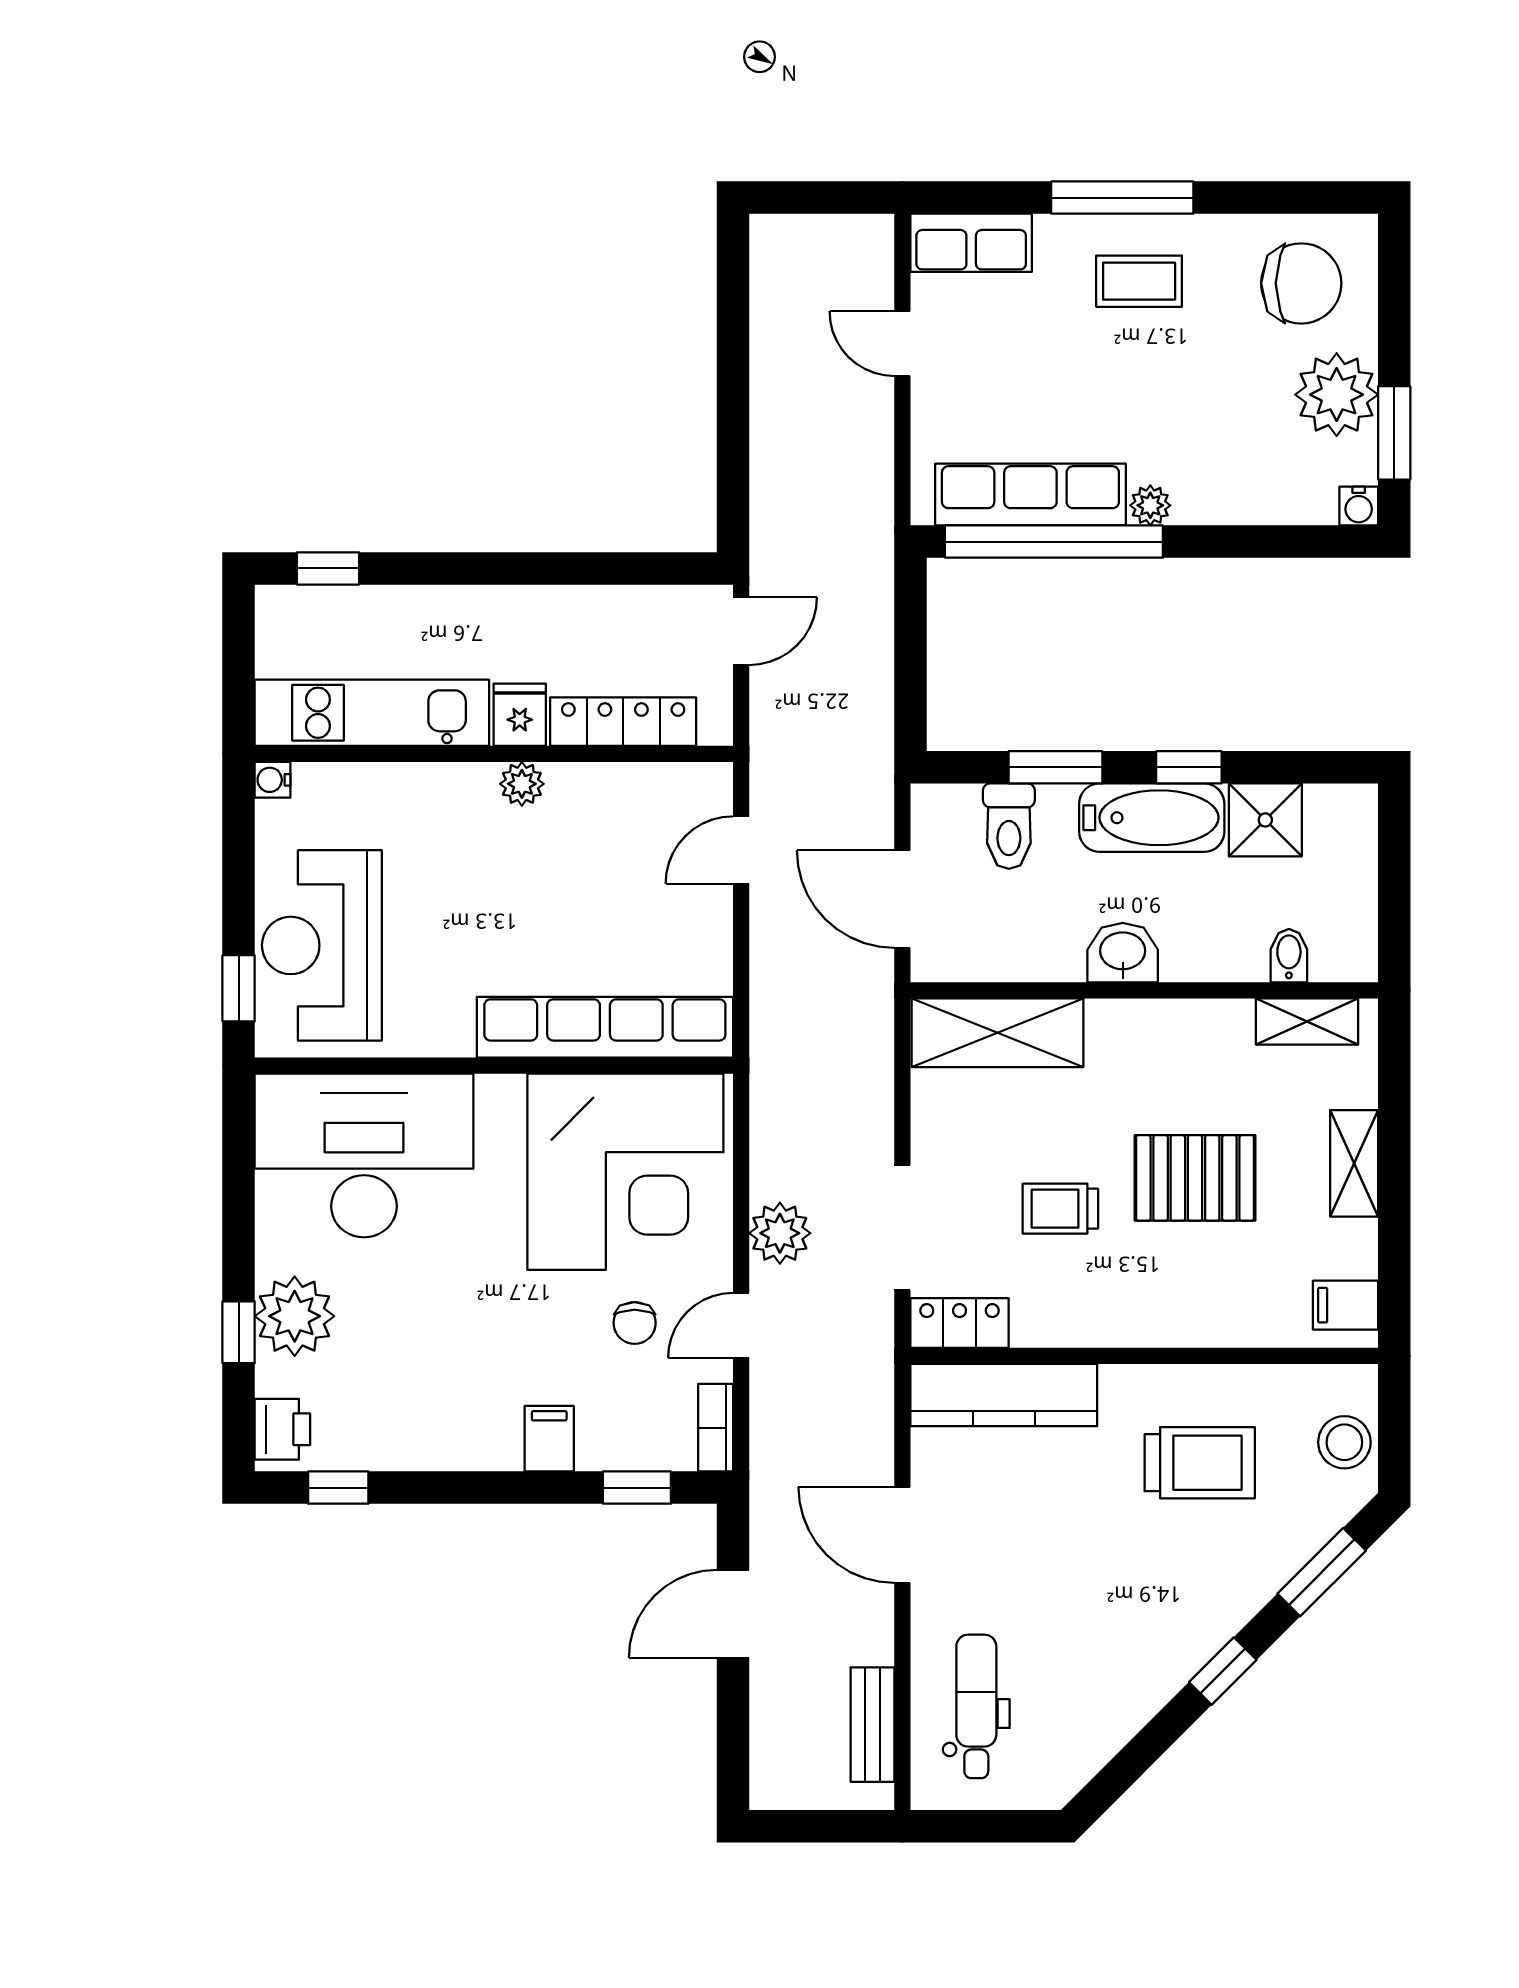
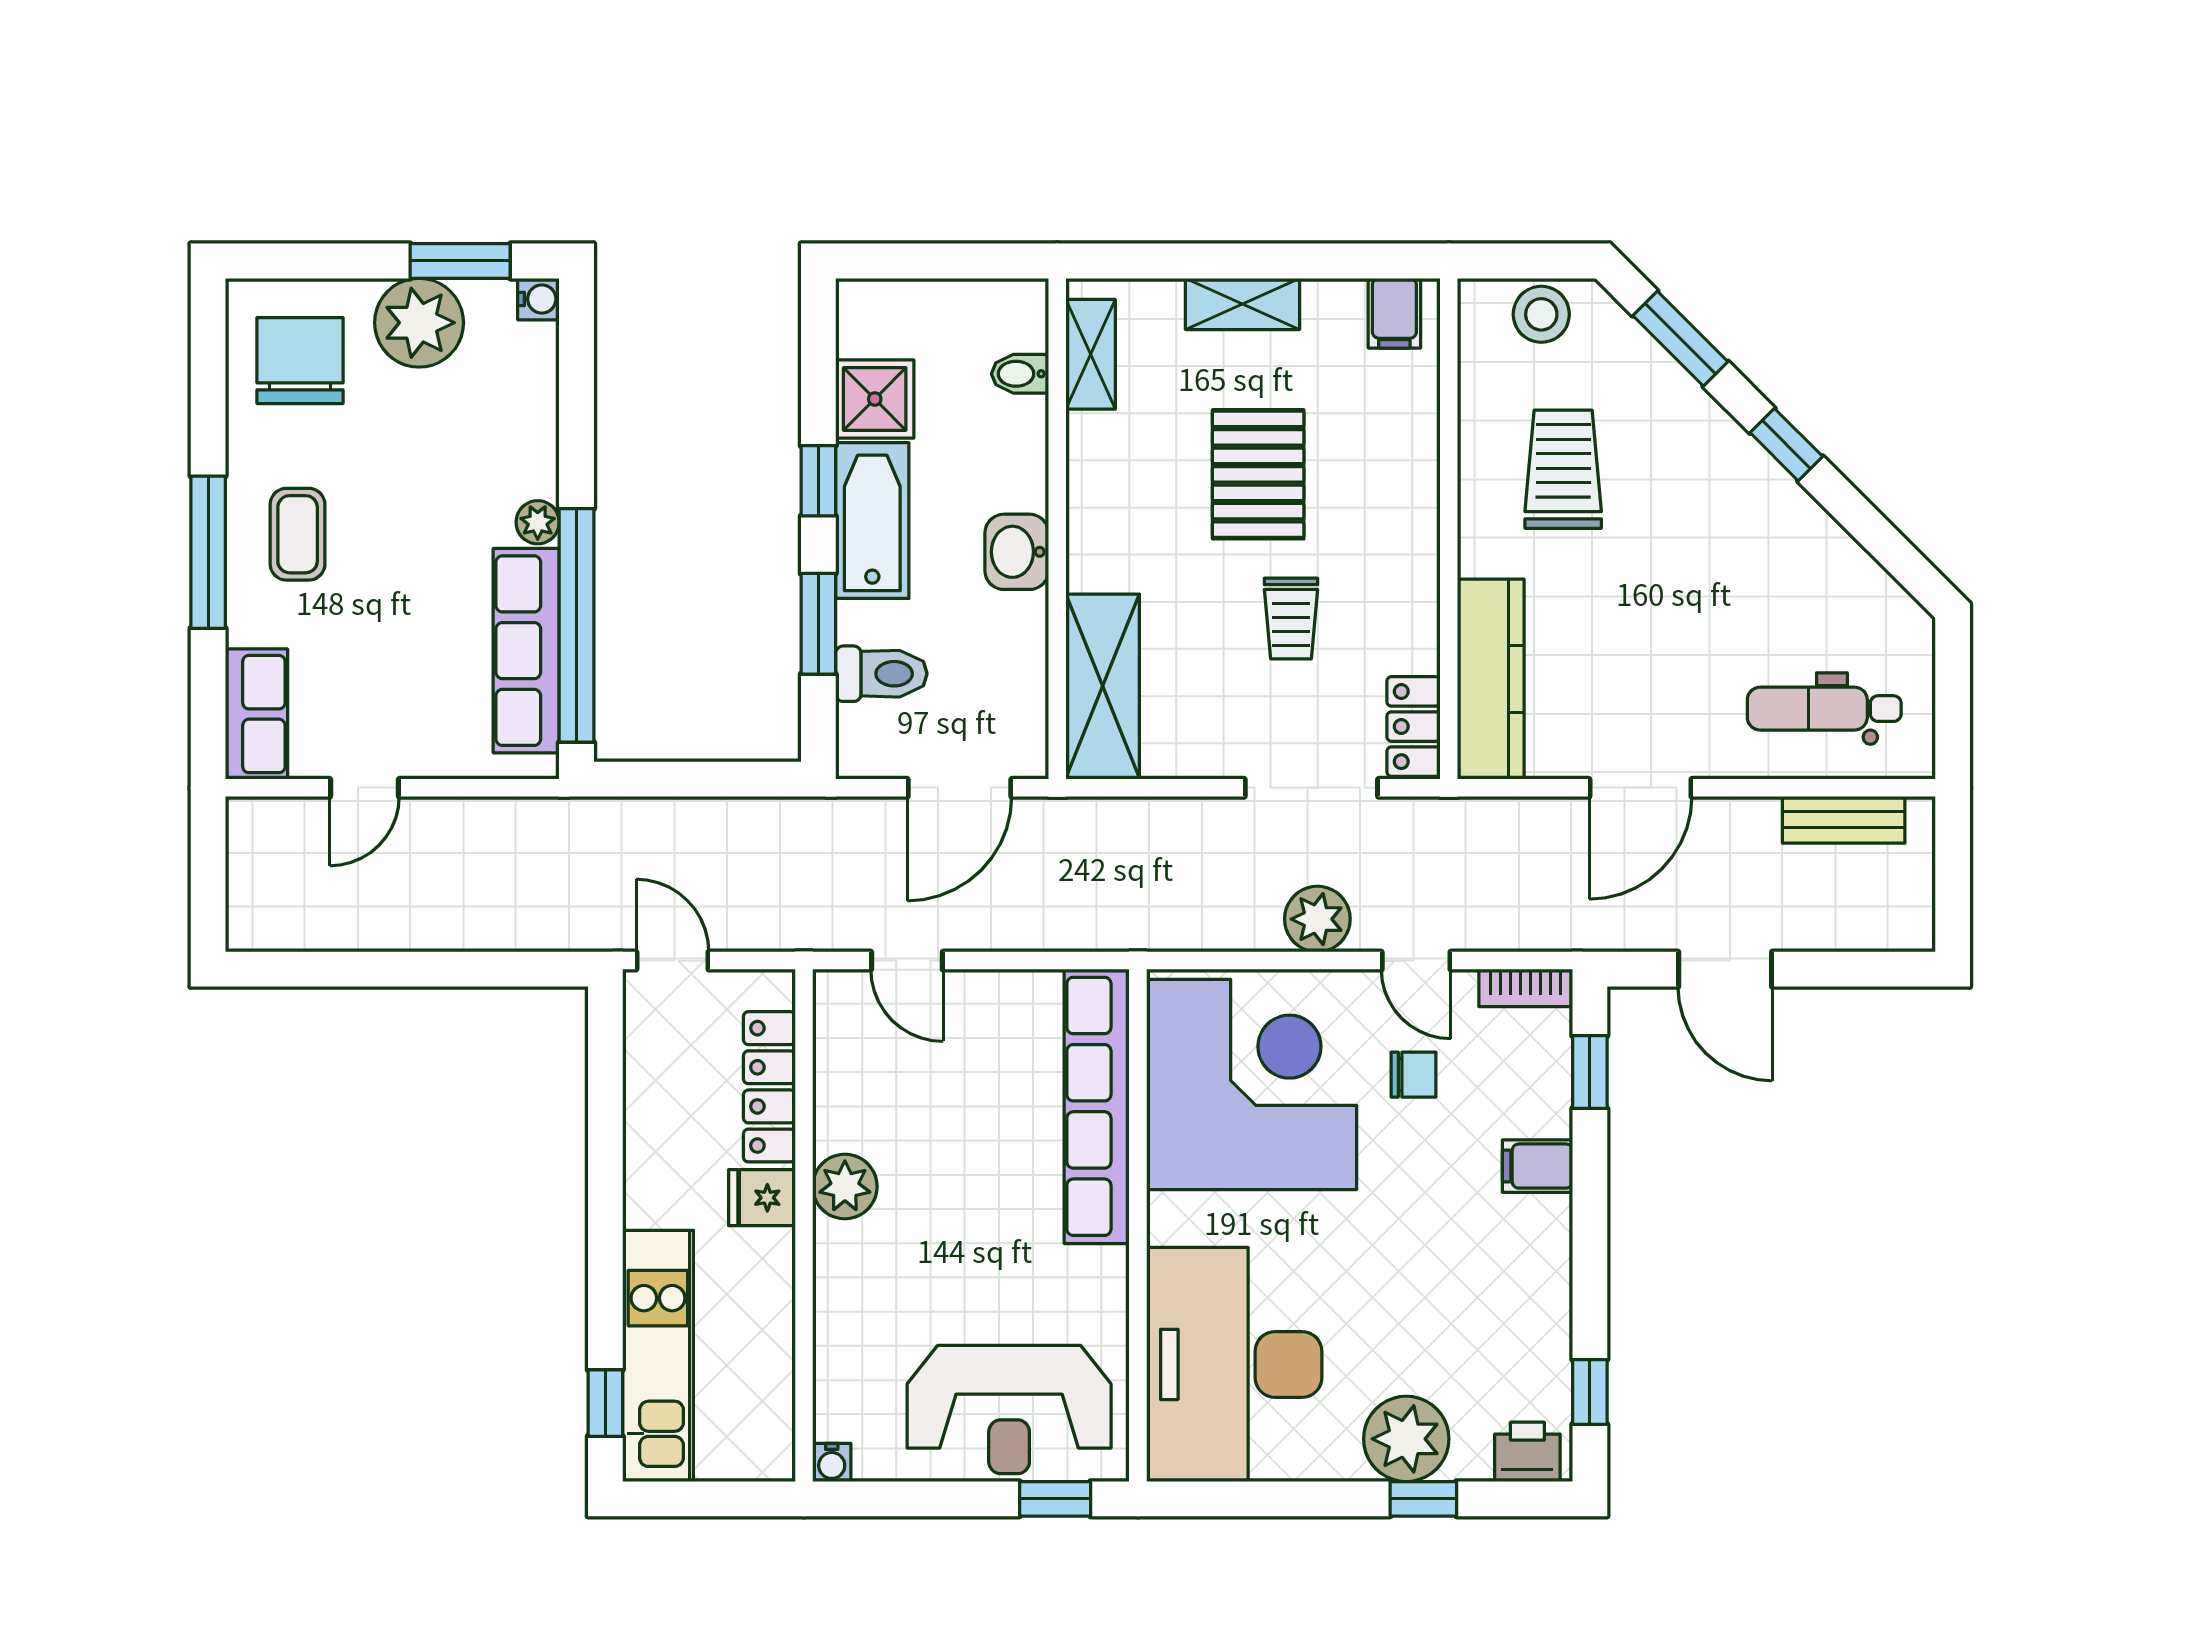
kitchen unit: (372, 713) -> (658, 1356), moved, turned 180
plant: (522, 784) -> (845, 1187), width x1.38, depth x1.38

